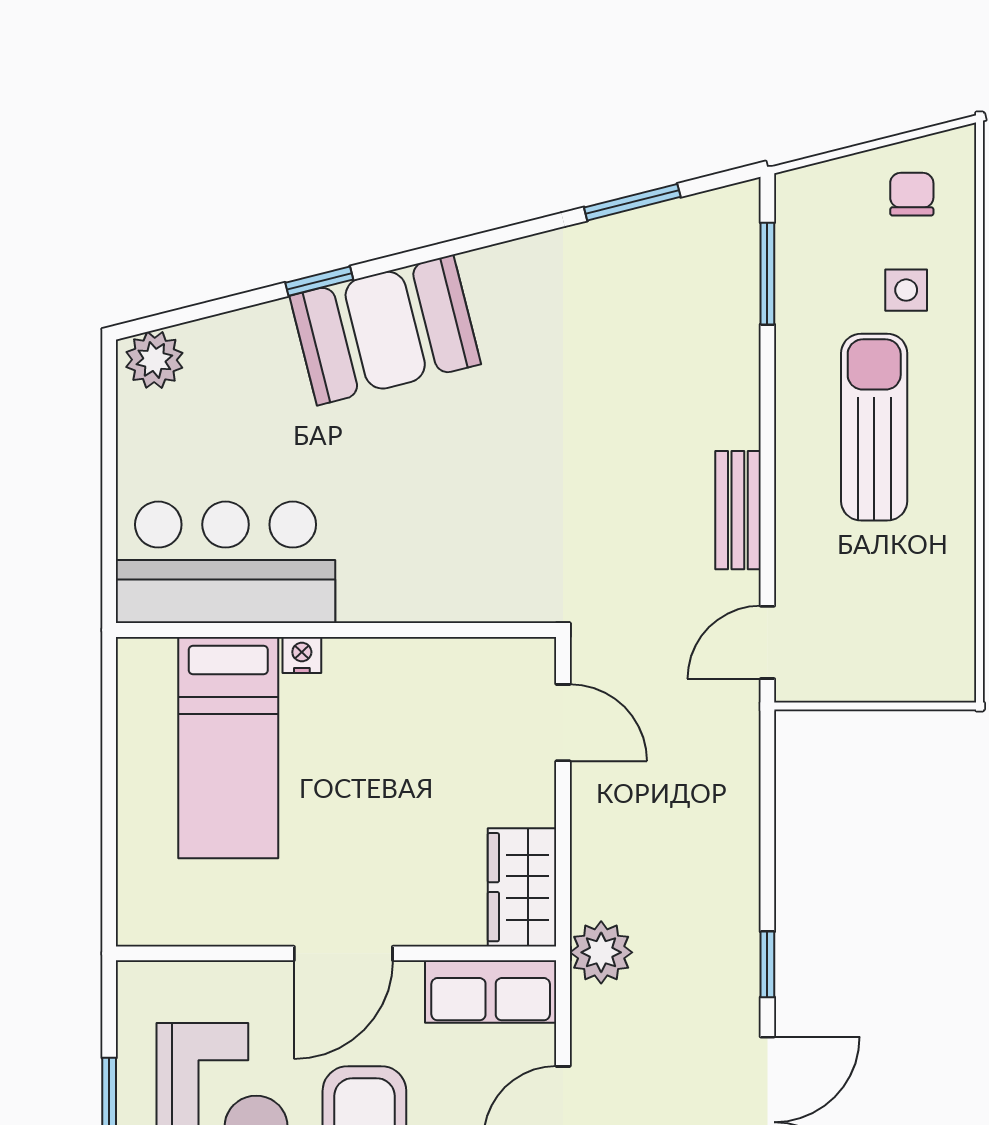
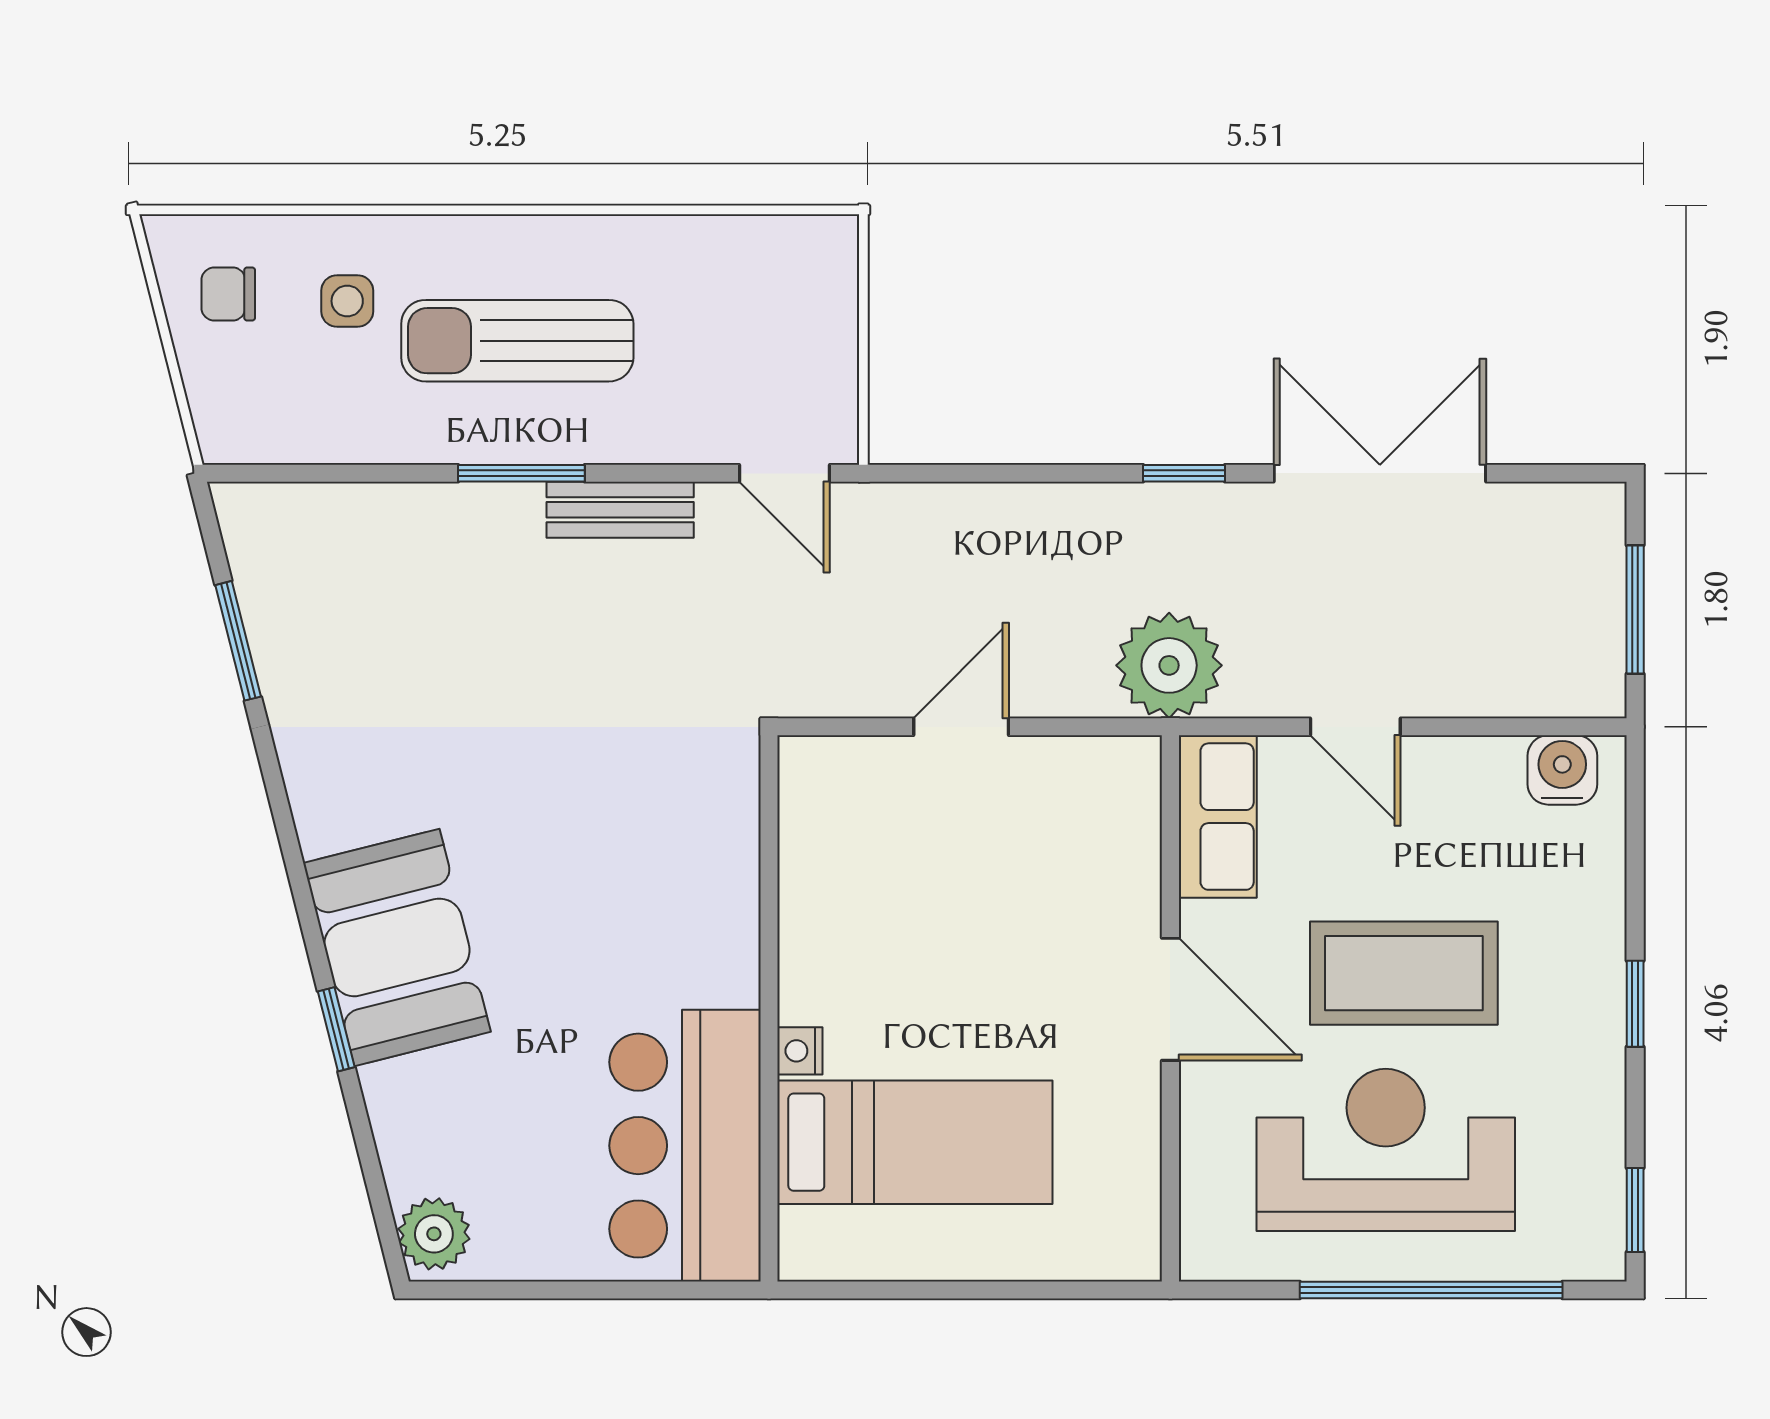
window: (767, 274) -> (521, 473), moved
door: (563, 723) -> (961, 727), moved
wardrobe: (522, 887) -> (1088, 778), removed
plant: (601, 952) -> (1169, 665), width x1.36, depth x1.36

